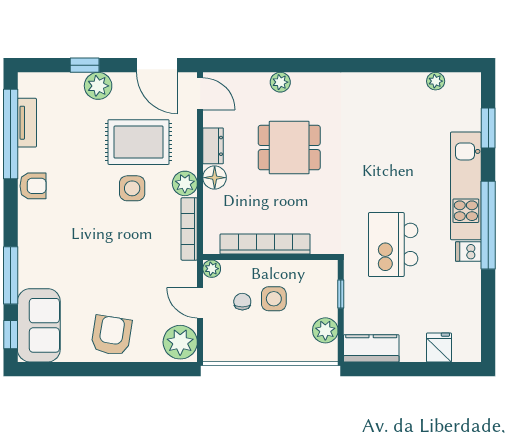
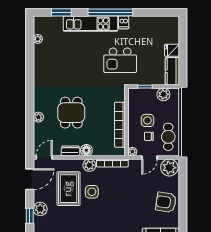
cafe table: (241, 340) -> (168, 137), added
fridge: (439, 347) -> (172, 50), moved

